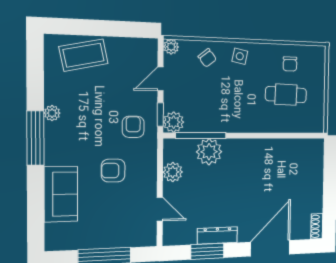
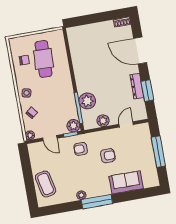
cafe table: (286, 95) -> (43, 59), width x1.37, depth x1.35
armchair: (113, 170) -> (108, 156), turned -90

